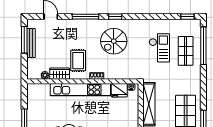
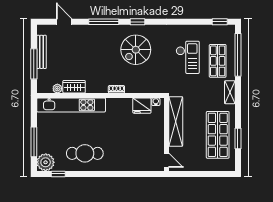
window: (24, 40) -> (34, 64), moved
rug: (78, 61) -> (95, 72), removed
shelving: (196, 78) -> (230, 92), added
kitchen unit: (80, 90) -> (71, 105), moved

